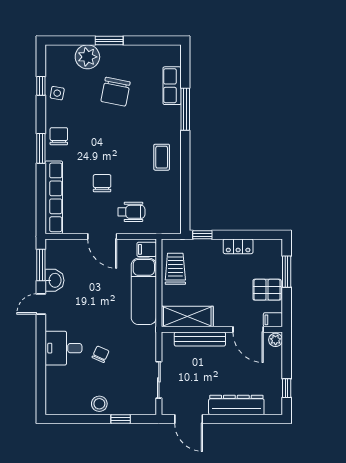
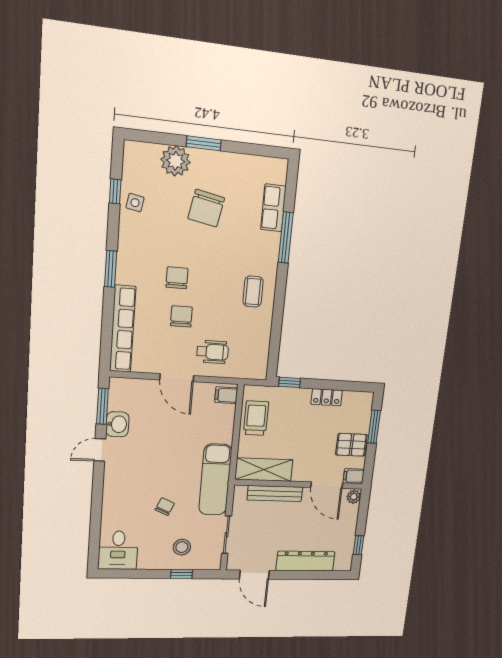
chair: (59, 136) -> (177, 278), moved
exam couch: (144, 291) -> (215, 480), moved
desk: (63, 348) -> (118, 550), moved, turned -90
stool: (99, 404) -> (182, 547), moved

